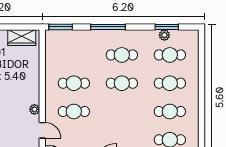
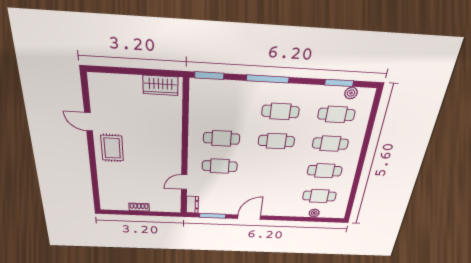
plant: (164, 35) -> (351, 93), moved
plant: (34, 109) -> (176, 162), removed
door: (42, 130) -> (184, 182), swing flipped

